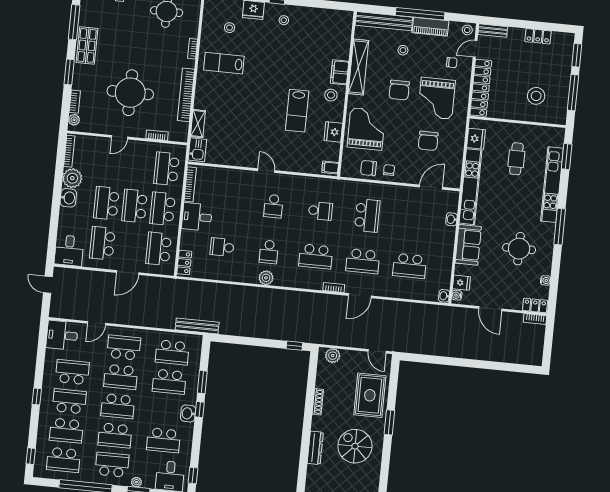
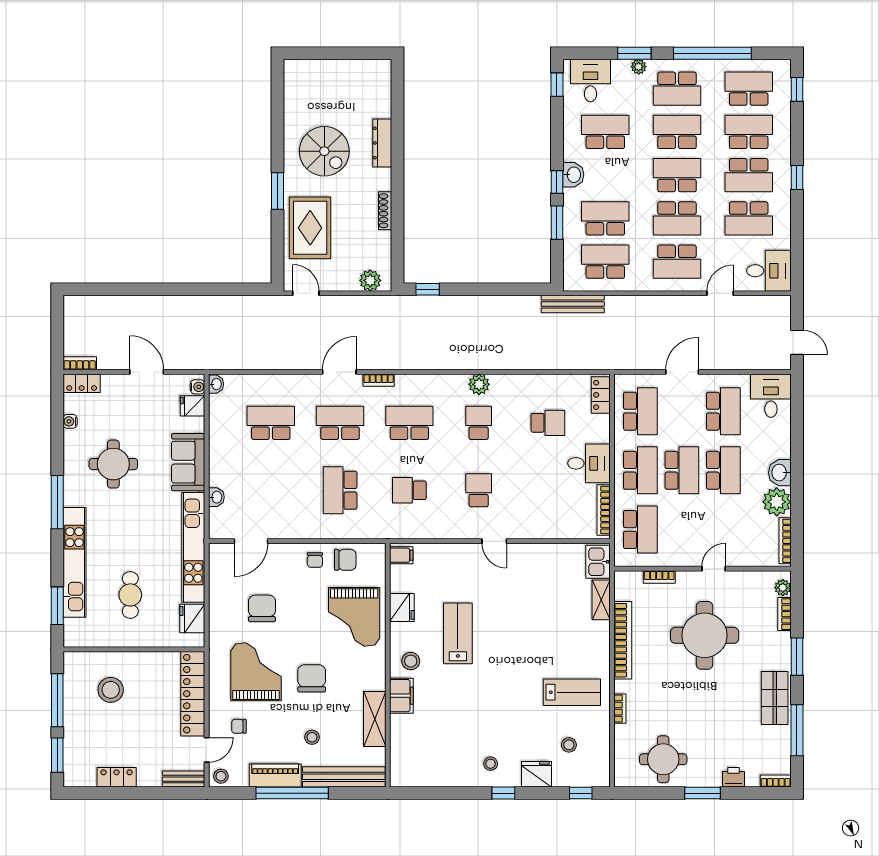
shelving: (358, 67) -> (375, 719), width x0.68
school desk: (121, 377) -> (677, 218), turned 180

